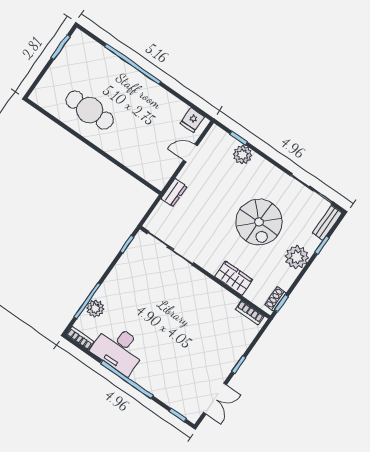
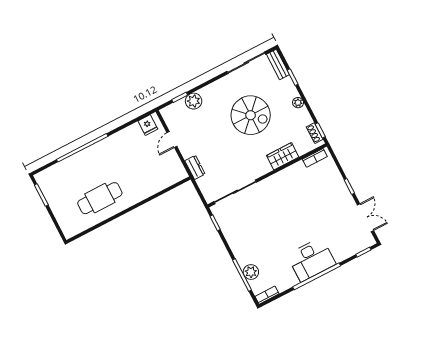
plant: (297, 257) -> (298, 103), width x0.53, depth x0.53
desk: (119, 349) -> (311, 259), moved

